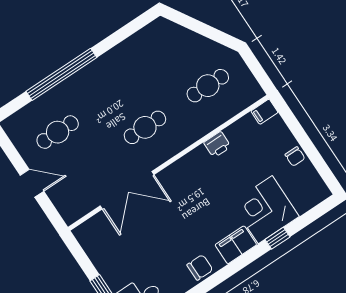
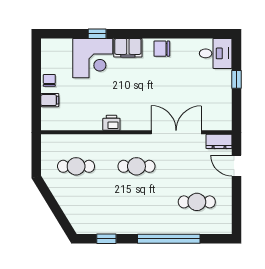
window: (126, 31) -> (106, 239), added
filing cabinet: (264, 112) -> (50, 100), moved
printer: (217, 145) -> (111, 123), moved
door: (32, 183) -> (237, 166), moved
dresser: (76, 210) -> (219, 141), added

